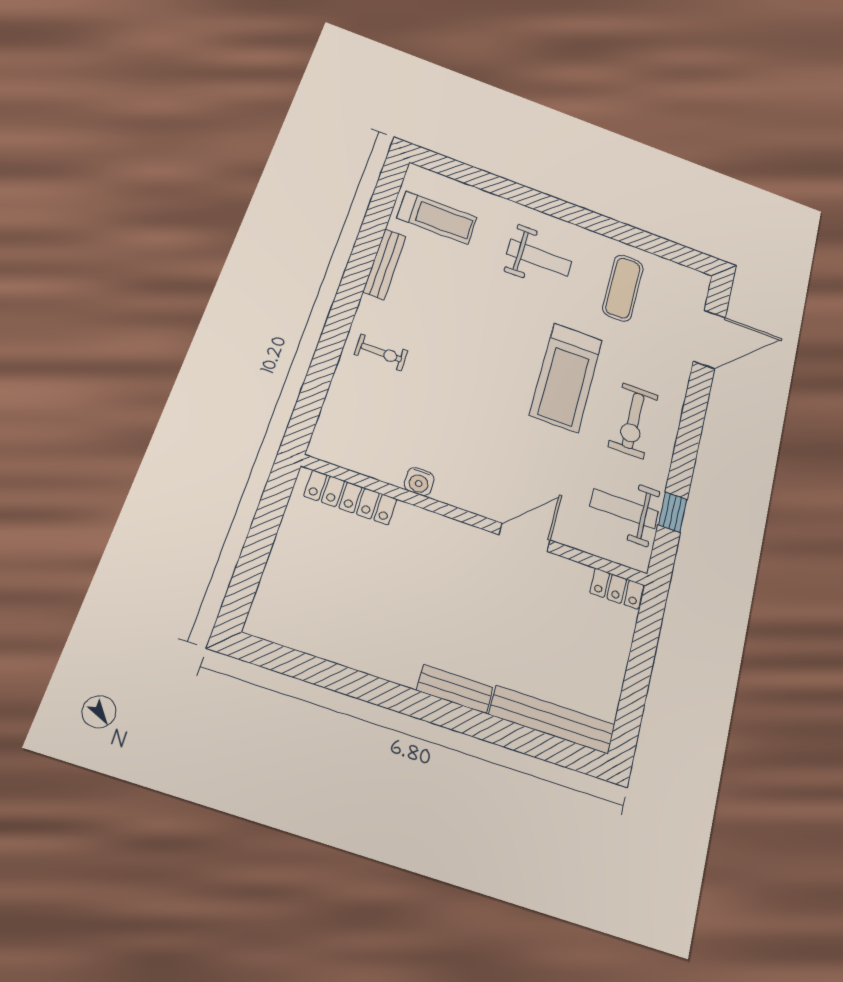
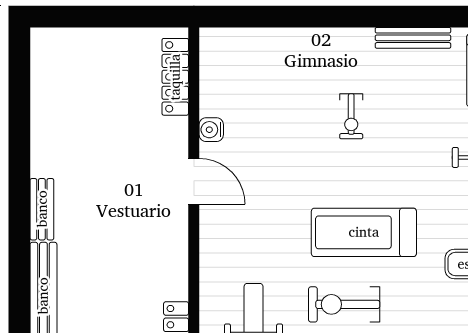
exercise bike: (381, 353) -> (351, 116), moved
door: (525, 537) -> (194, 181), moved

